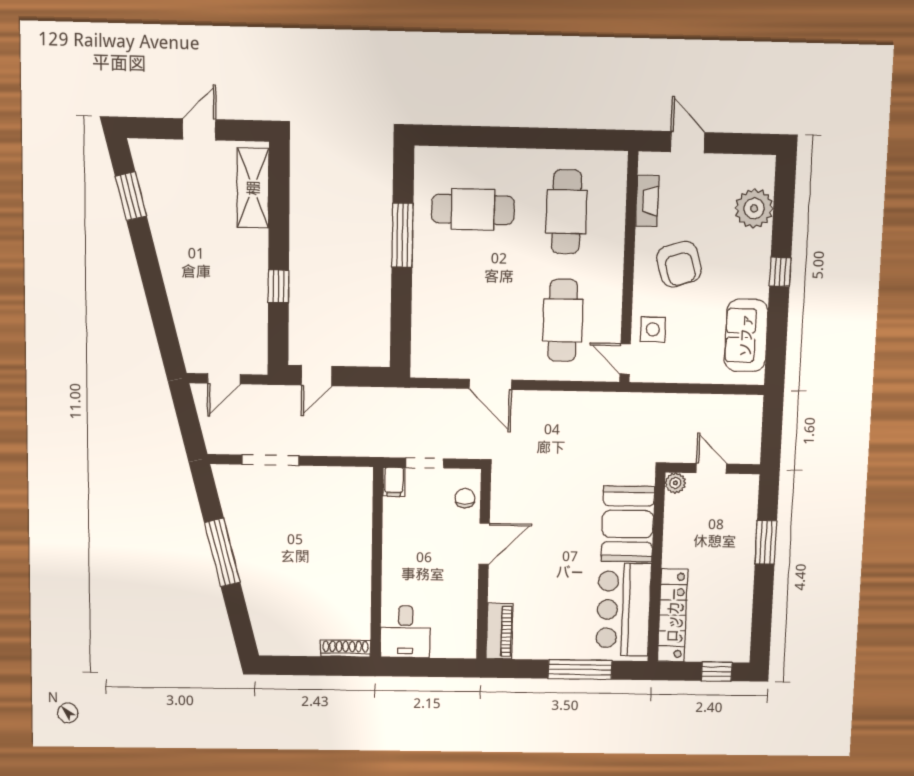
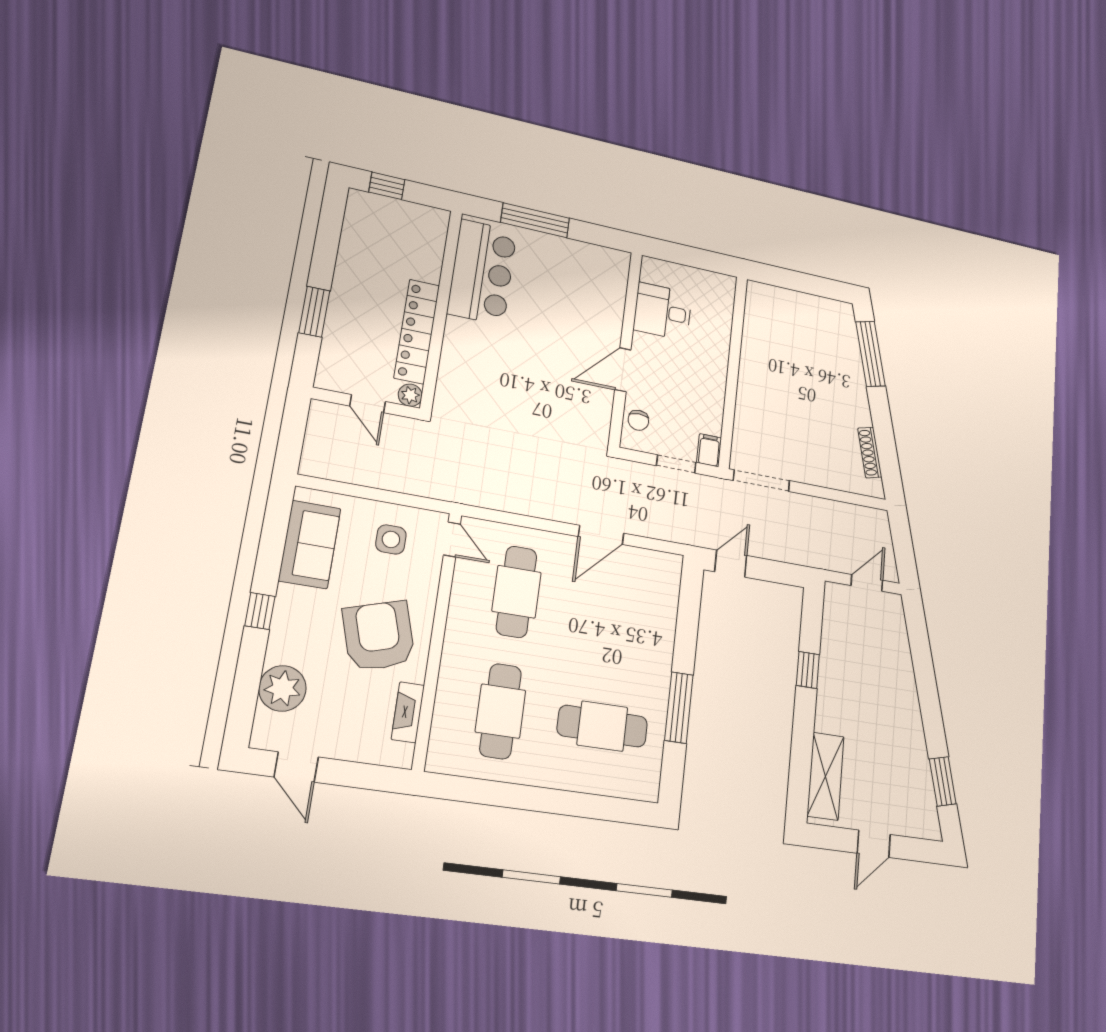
door: (687, 142) -> (296, 767), moved
armchair: (679, 264) -> (379, 636), width x1.36, depth x1.36
side table: (653, 329) -> (391, 539), moved
door: (317, 376) -> (731, 564), moved
door: (490, 384) -> (601, 535), swing flipped
doorway: (271, 460) -> (761, 481), moved
booth: (628, 524) -> (468, 361), removed
window: (222, 552) -> (870, 354), moved
locker: (673, 615) -> (417, 331), moved
piano: (500, 631) -> (615, 277), removed
desk: (405, 632) -> (663, 312), moved, turned -90
shoe rack: (346, 649) -> (870, 453), moved, turned 76

